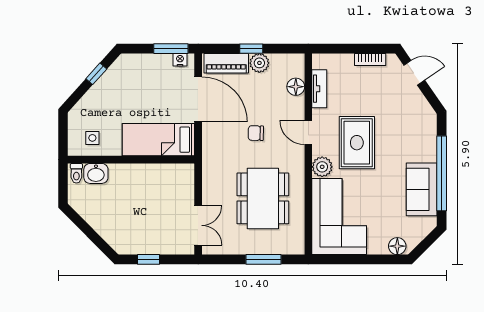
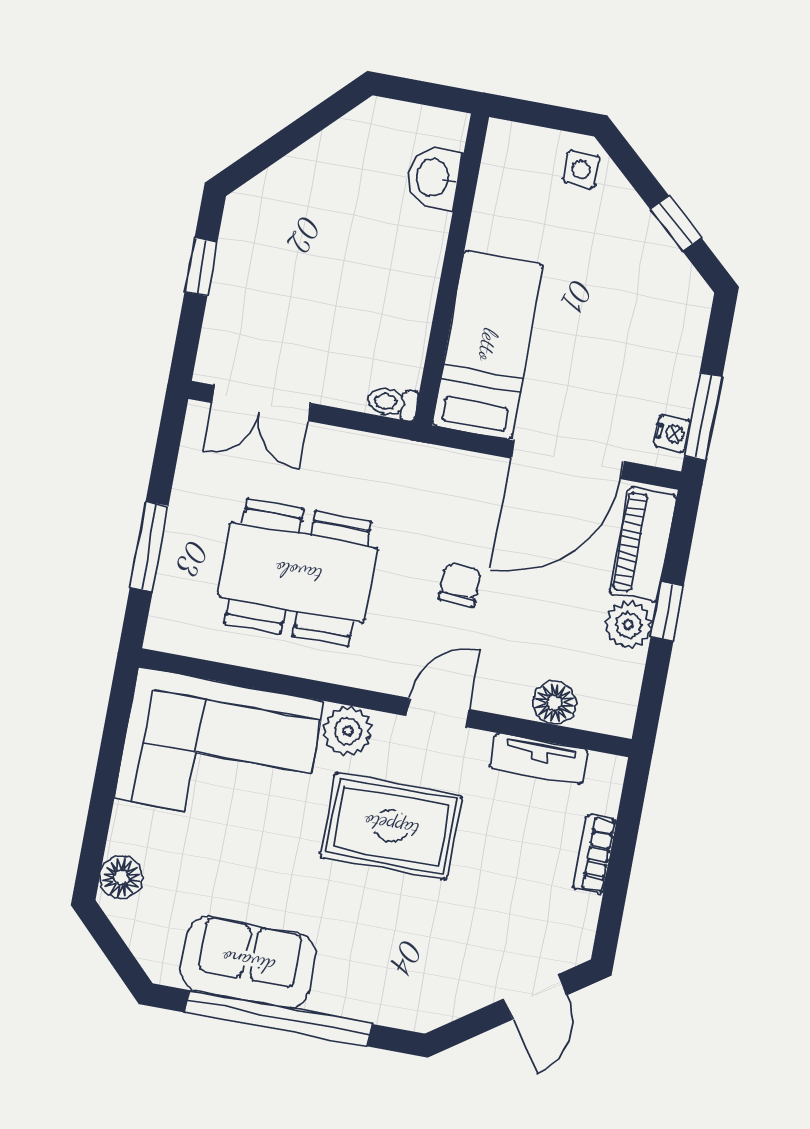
bookcase: (370, 59) -> (595, 854), moved
side table: (92, 138) -> (581, 169), moved
toilet: (76, 173) -> (392, 403), moved

